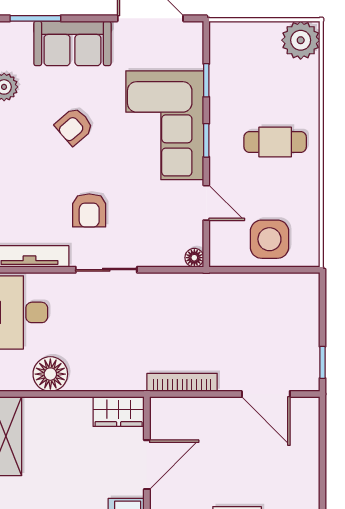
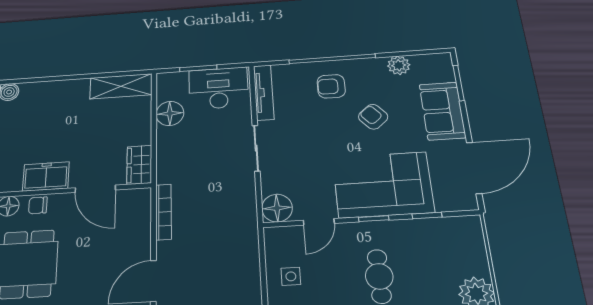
armchair: (89, 210) -> (331, 86), moved
side table: (269, 239) -> (291, 276), width x0.54, depth x0.54
floor lamp: (194, 258) -> (277, 208), width x1.89, depth x1.89

